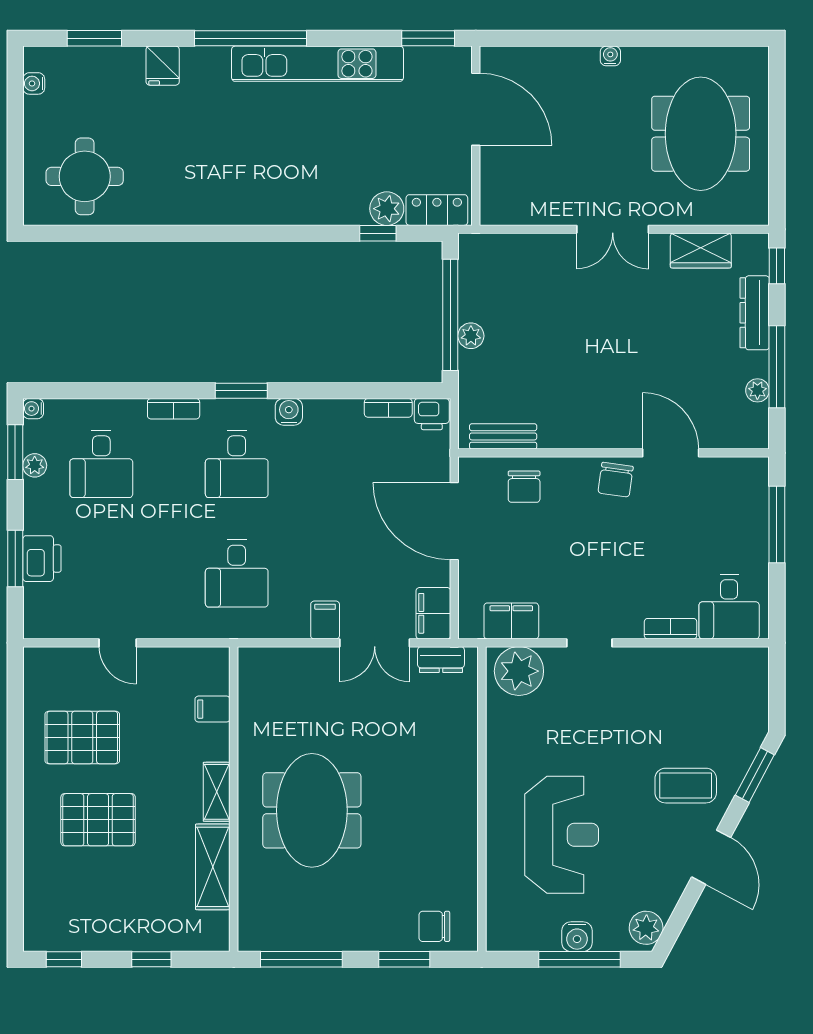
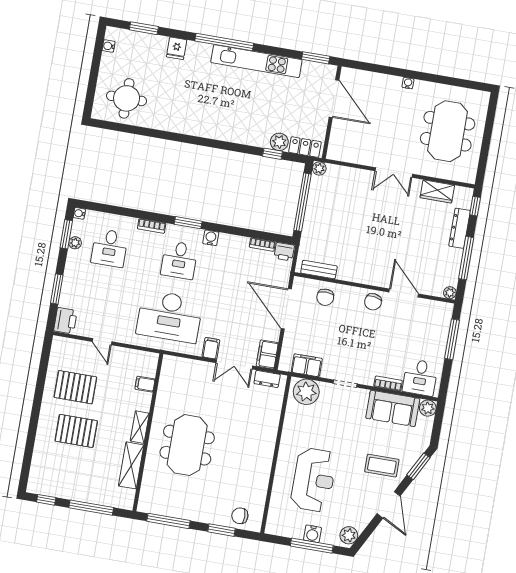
plant: (471, 336) -> (319, 169), moved
plant: (757, 390) -> (450, 293), moved
printer: (42, 559) -> (65, 321), moved
desk: (237, 573) -> (170, 316), width x1.87, depth x1.30
plant: (754, 662) -> (428, 408), added
sofa: (688, 674) -> (393, 408), added
window: (151, 959) -> (91, 508), width x2.17

